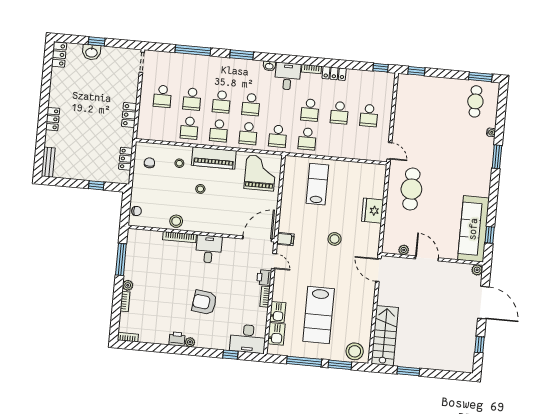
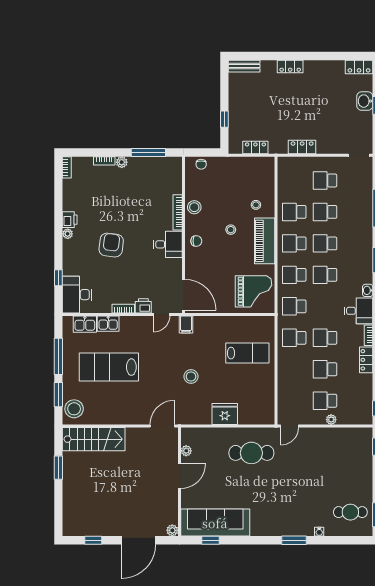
plant: (387, 111) -> (331, 420), added
chair: (149, 163) -> (196, 241), moved

